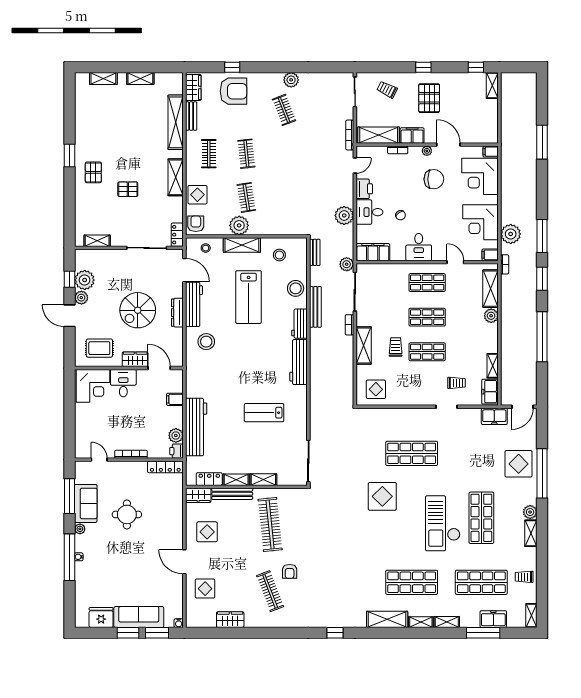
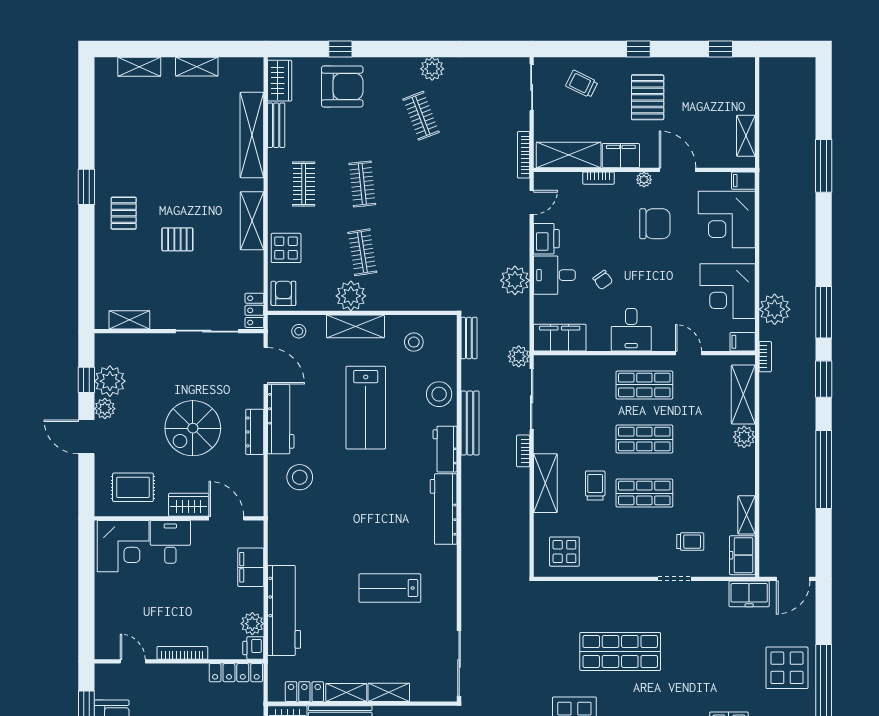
shelving: (492, 86) -> (746, 136), moved
filing cabinet: (175, 399) -> (251, 567), width x2.00

